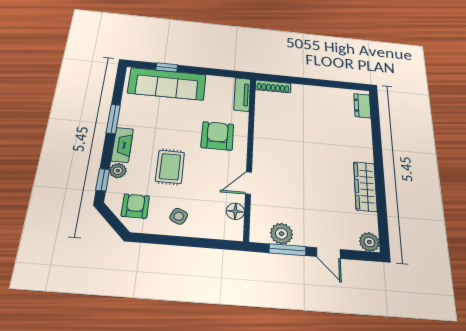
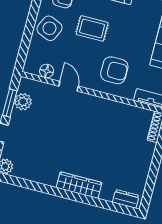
wardrobe: (365, 186) -> (79, 185), moved
side table: (179, 216) -> (50, 28), width x1.87, depth x1.87

